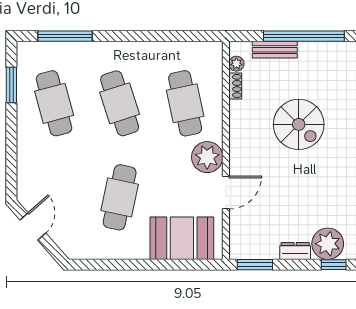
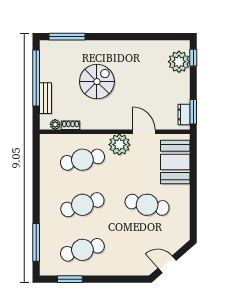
dresser: (295, 251) -> (184, 114), moved

